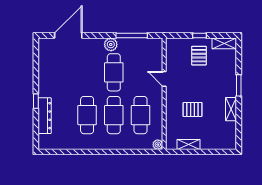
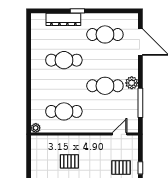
door: (164, 79) -> (120, 134), moved
pallet: (193, 109) -> (69, 161), turned 90
cafe table: (114, 115) -> (105, 34), moved
shelving: (188, 144) -> (36, 157), removed

